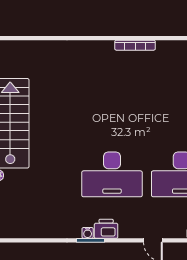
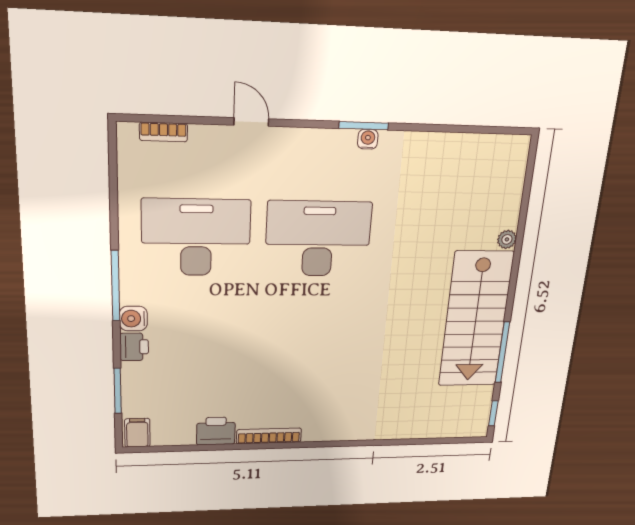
printer: (106, 229) -> (216, 431), moved, turned 180

